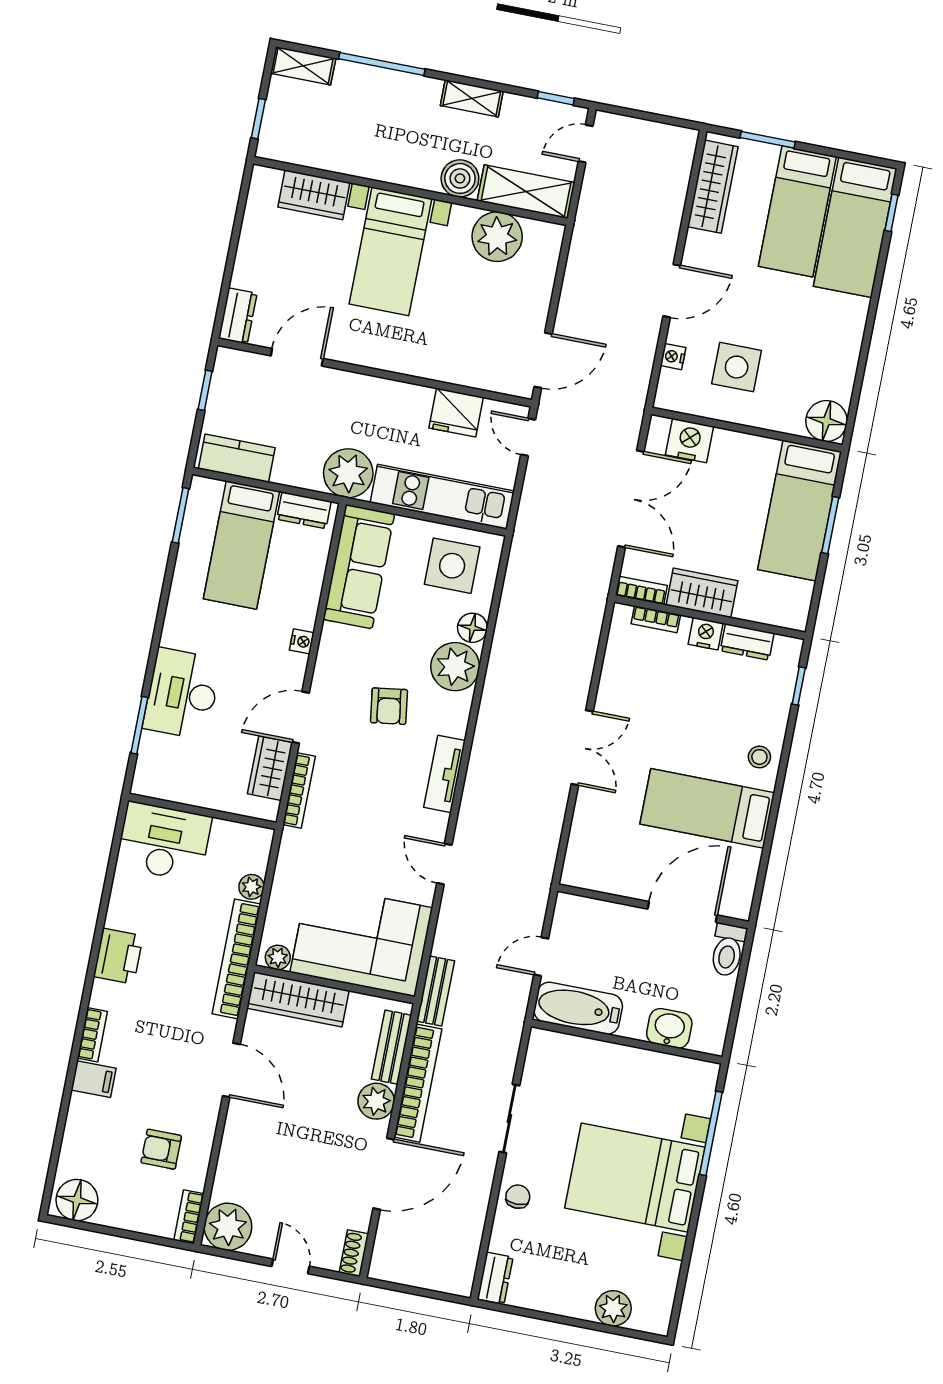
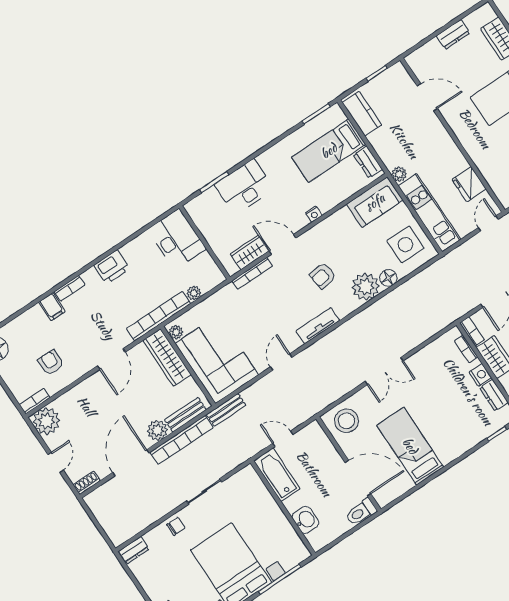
dresser: (238, 316) -> (453, 34), moved
plant: (348, 473) -> (399, 174), width x0.53, depth x0.53
sofa: (359, 567) -> (375, 202), width x0.73
stool: (759, 757) -> (346, 421), moved, width x1.89, depth x1.89
door: (384, 1174) -> (131, 463), swing flipped

